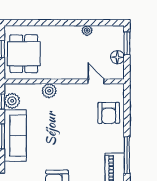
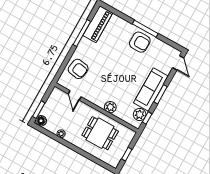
dining table: (24, 54) -> (100, 133), moved, turned 90
floor lamp: (117, 57) -> (41, 121), moved
armchair: (109, 113) -> (78, 69), turned 99

